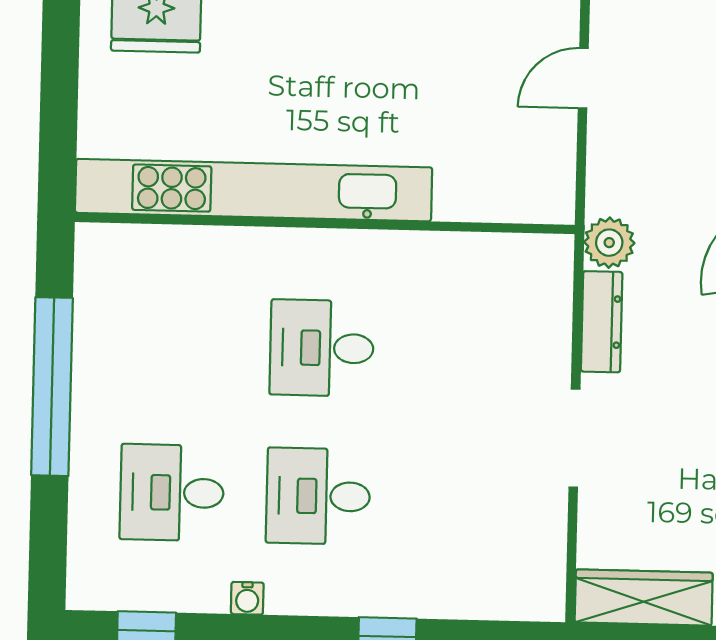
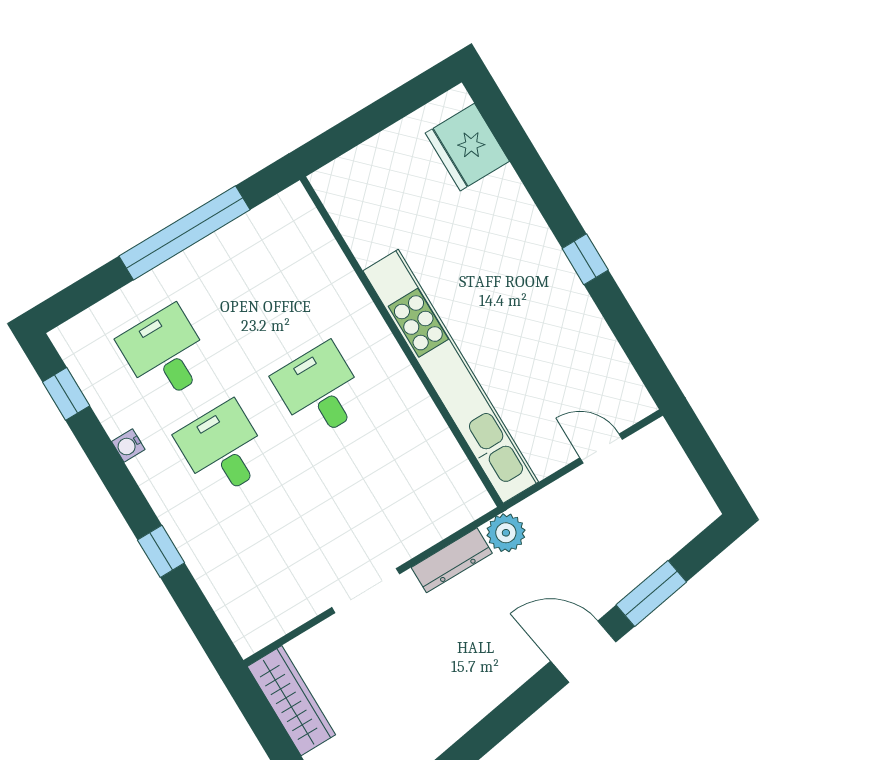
kitchen unit: (254, 190) -> (451, 376), moved

